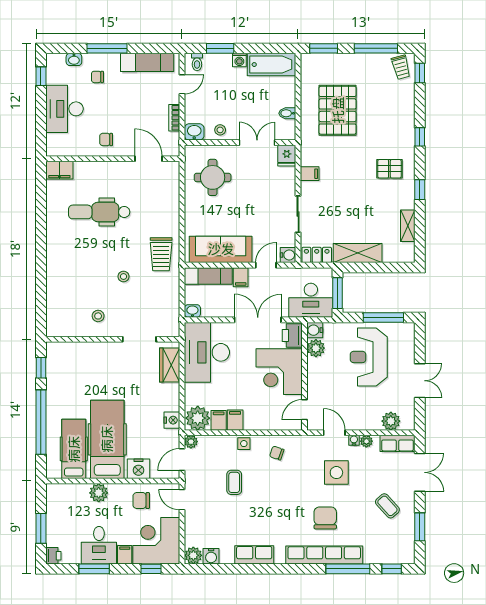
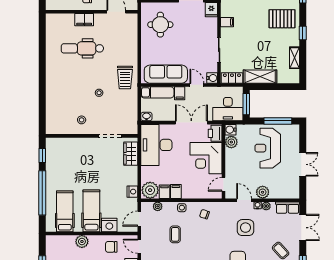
pallet: (389, 169) -> (282, 19), width x1.50, depth x1.42
filing cabinet: (59, 170) -> (84, 20), moved
door: (266, 265) -> (197, 85), hinge flipped
plant: (391, 421) -> (263, 192), moved
hospital bed: (107, 439) -> (91, 211), width x0.73, depth x0.78
plant: (191, 442) -> (158, 206), moved

